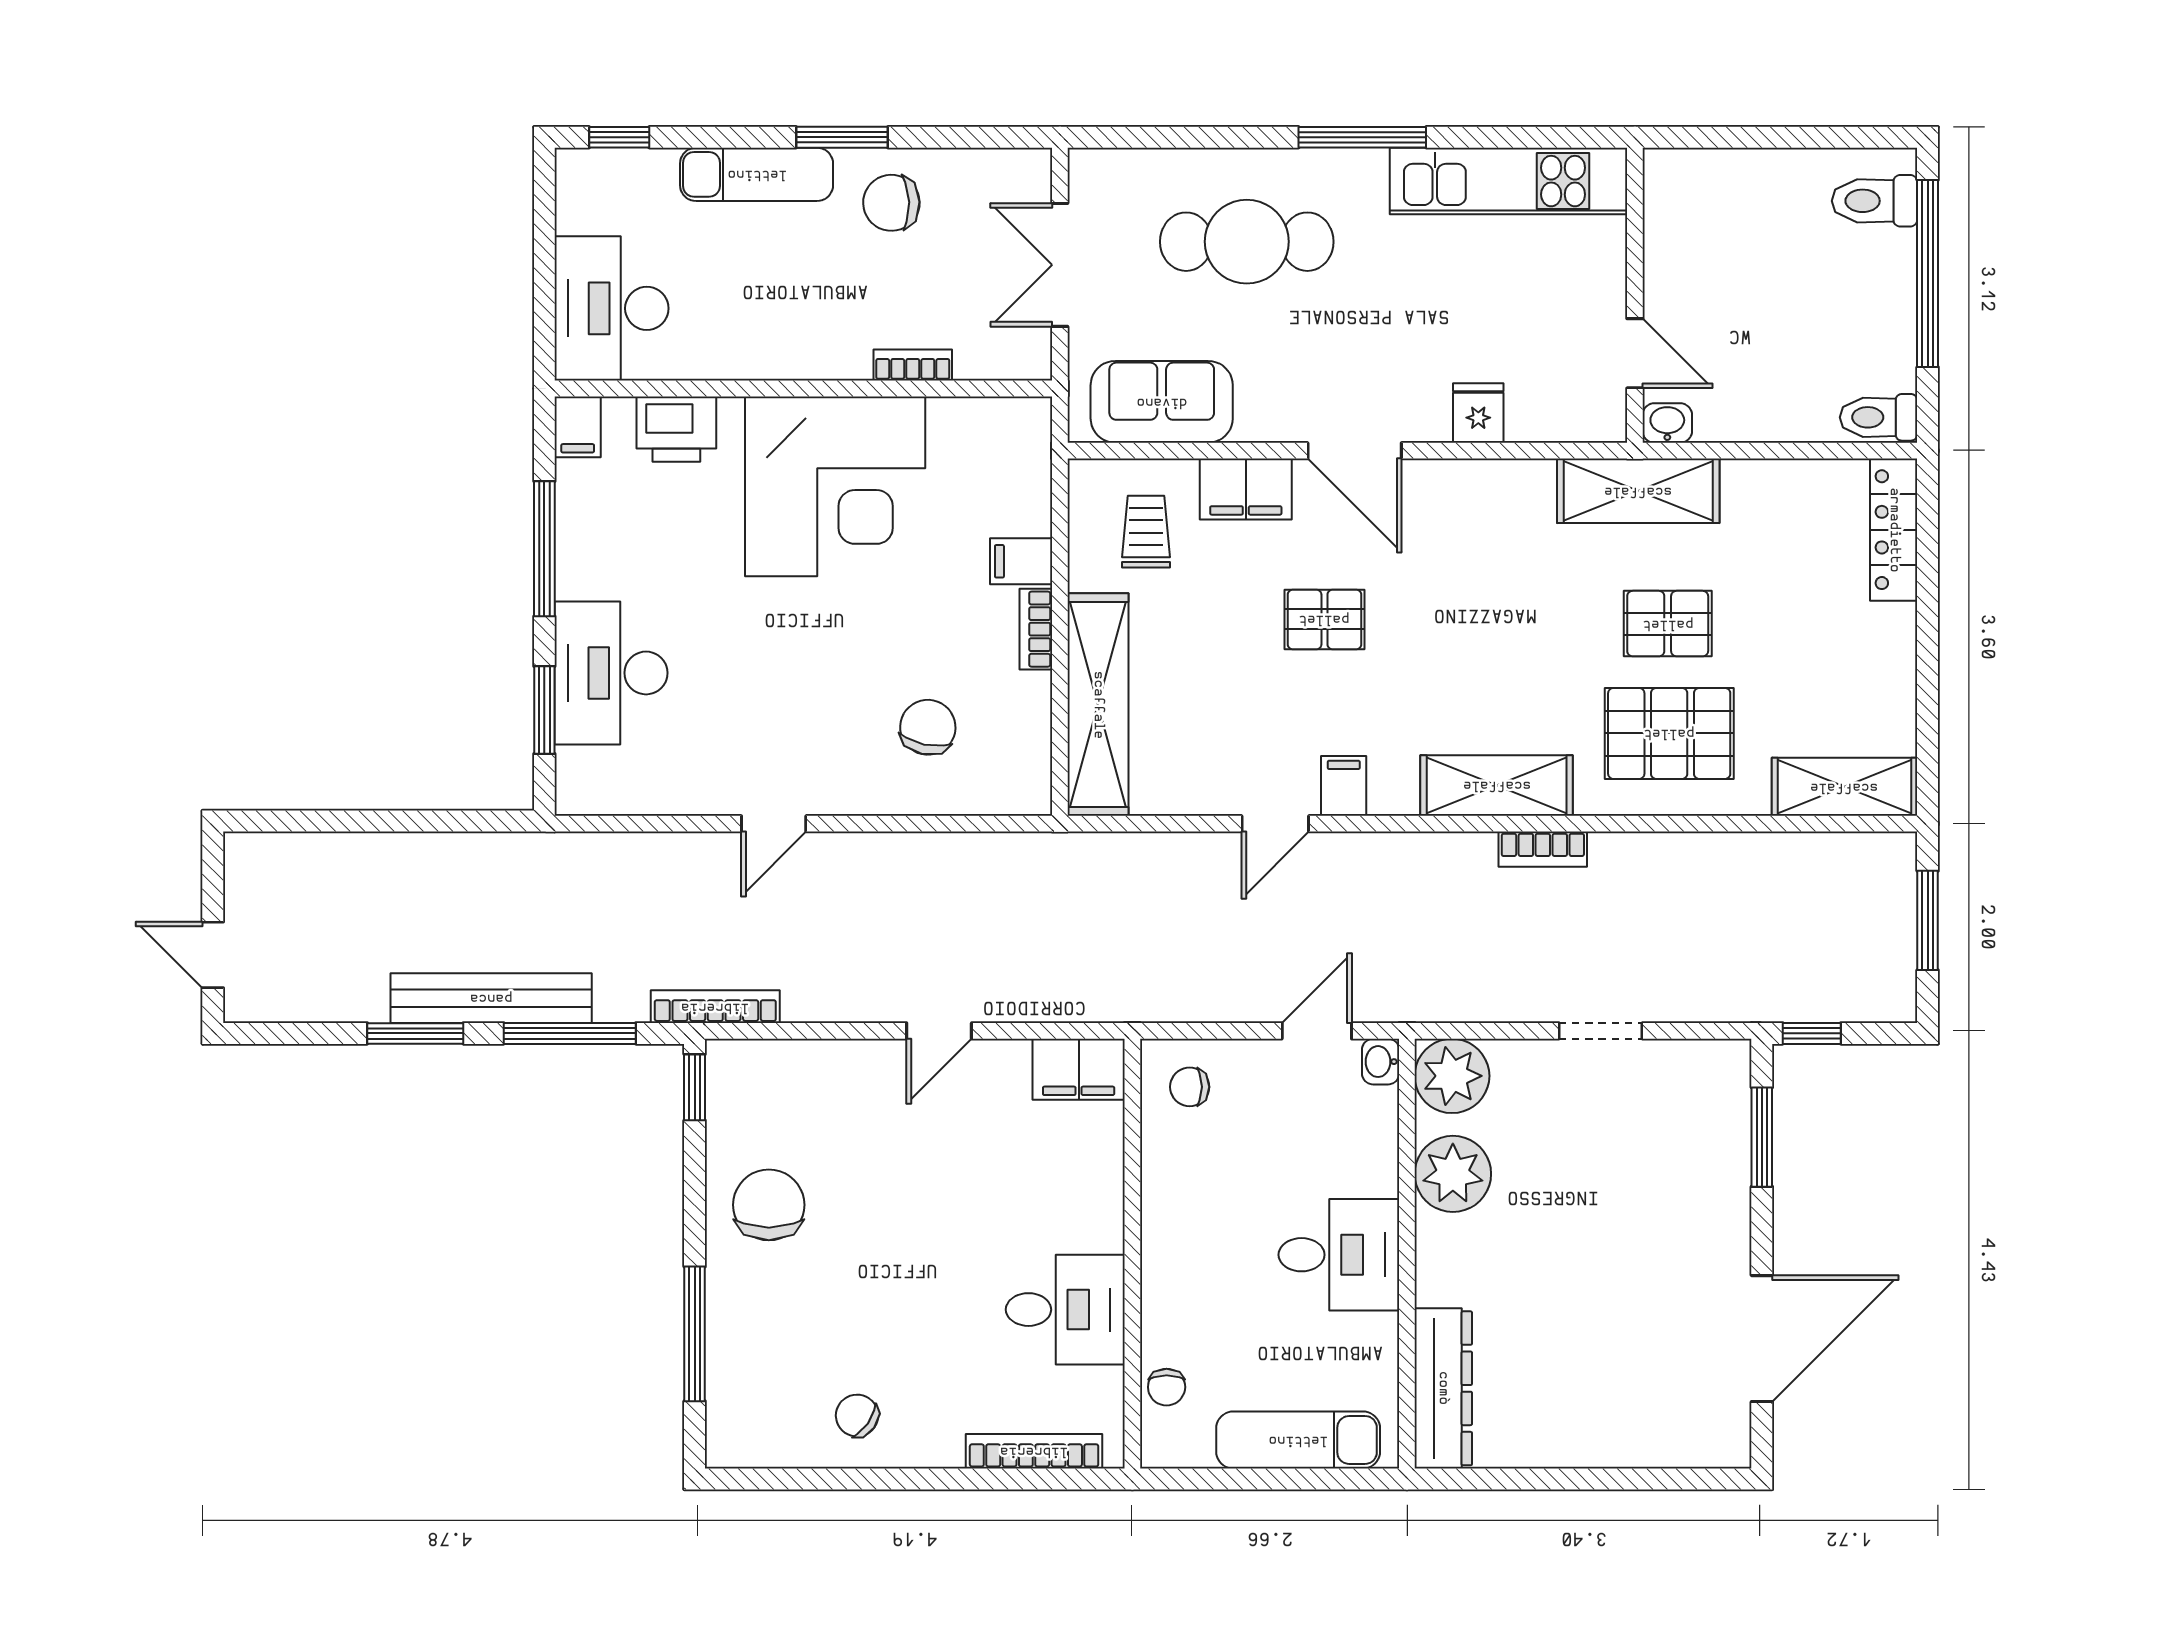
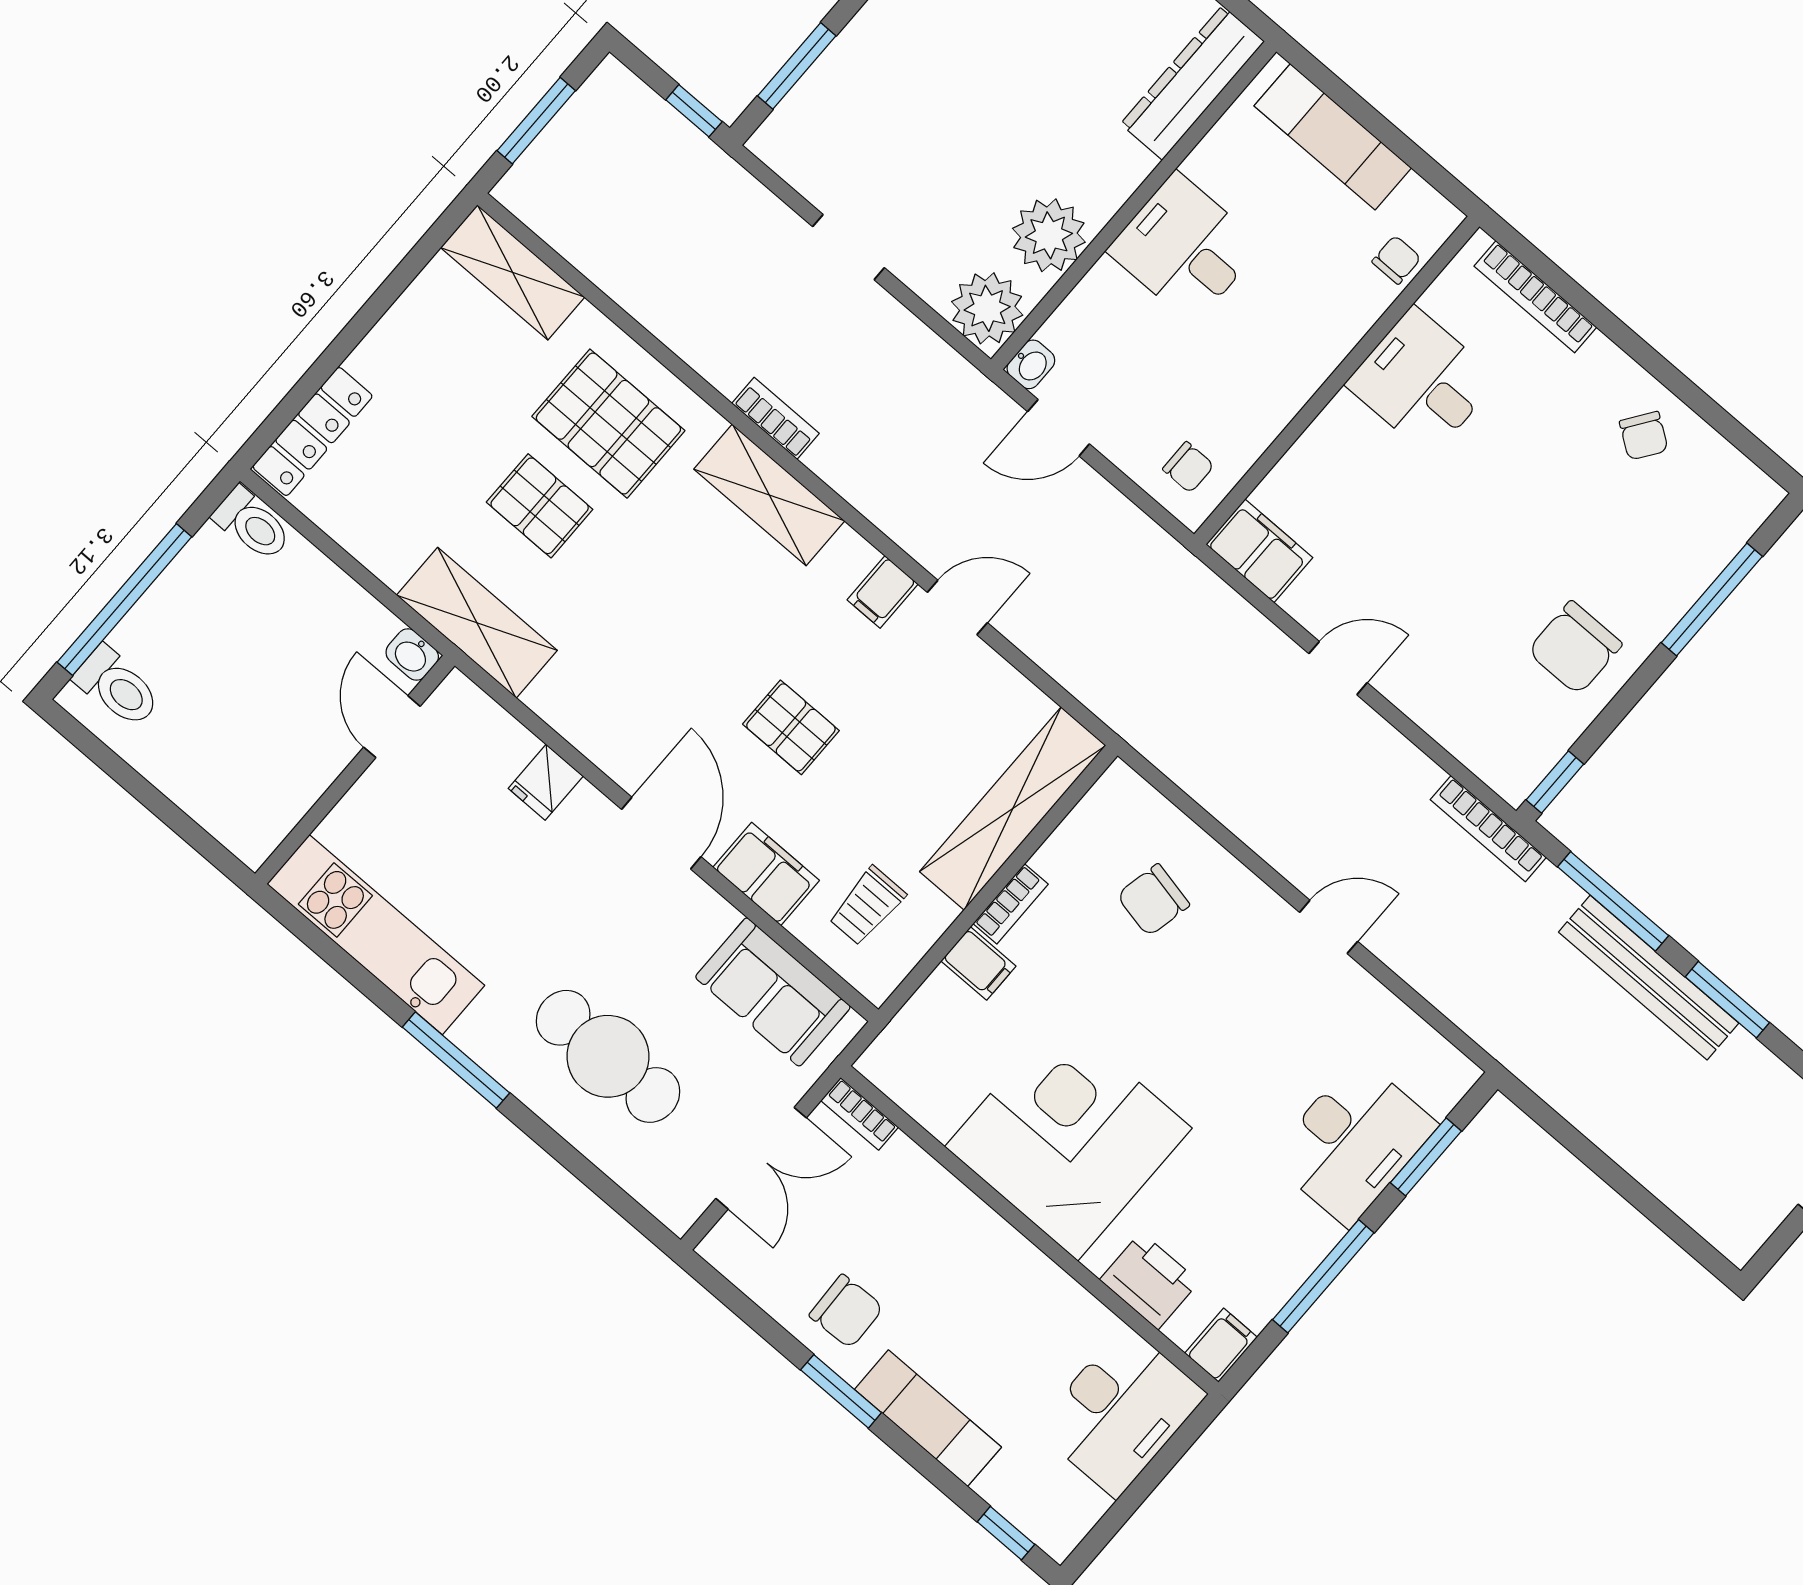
bookcase: (913, 365) -> (860, 1114), moved

